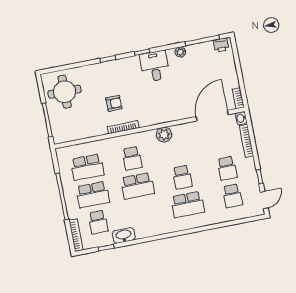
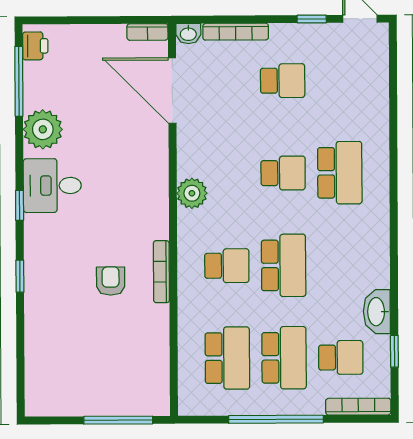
plant: (180, 52) -> (43, 129), width x1.88, depth x1.88
round table: (65, 92) -> (69, 375), removed
school desk: (232, 196) -> (339, 80), removed

